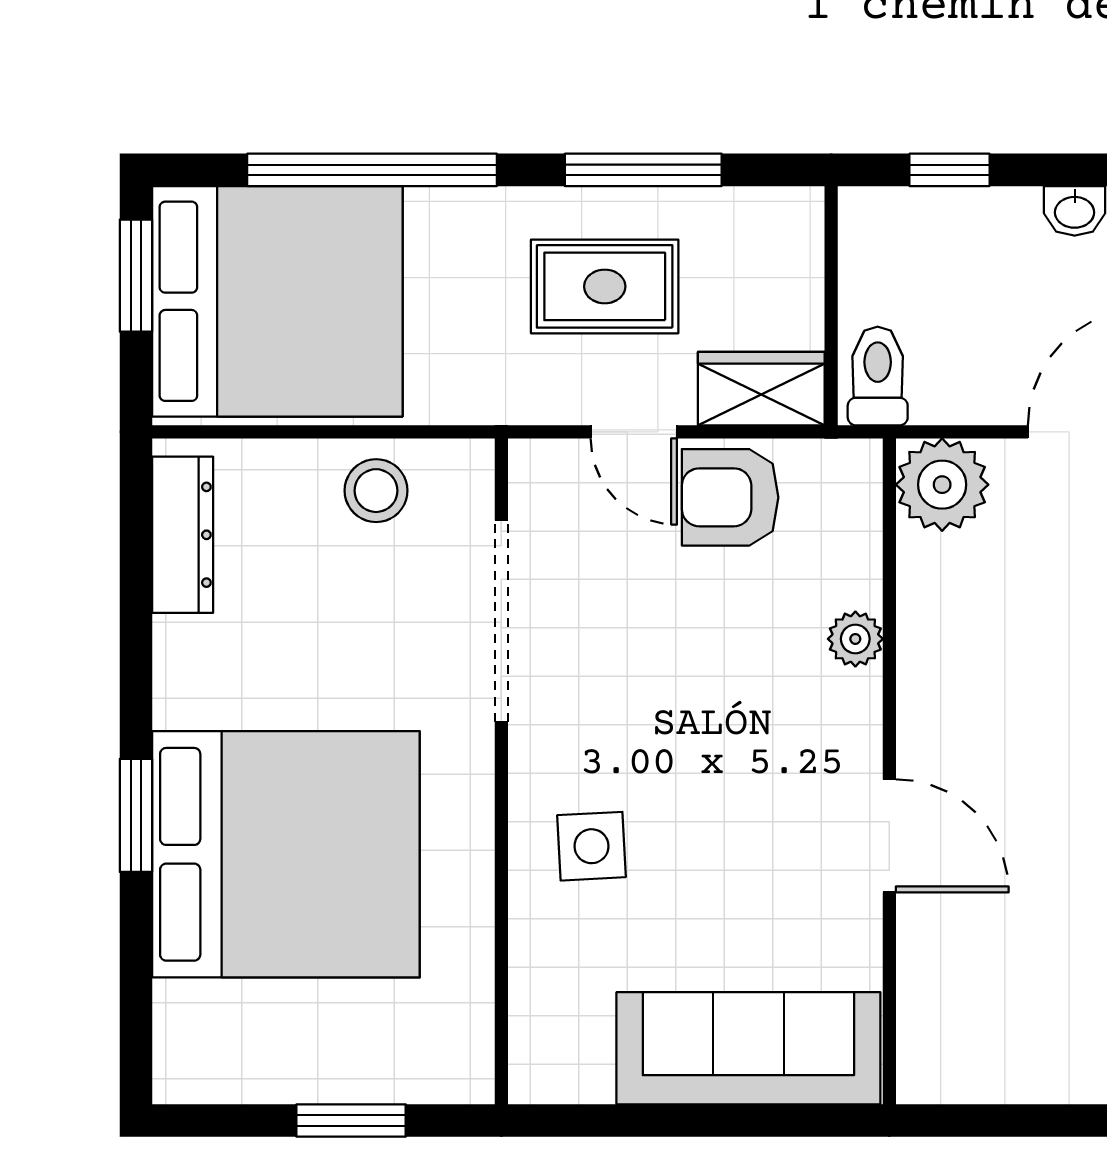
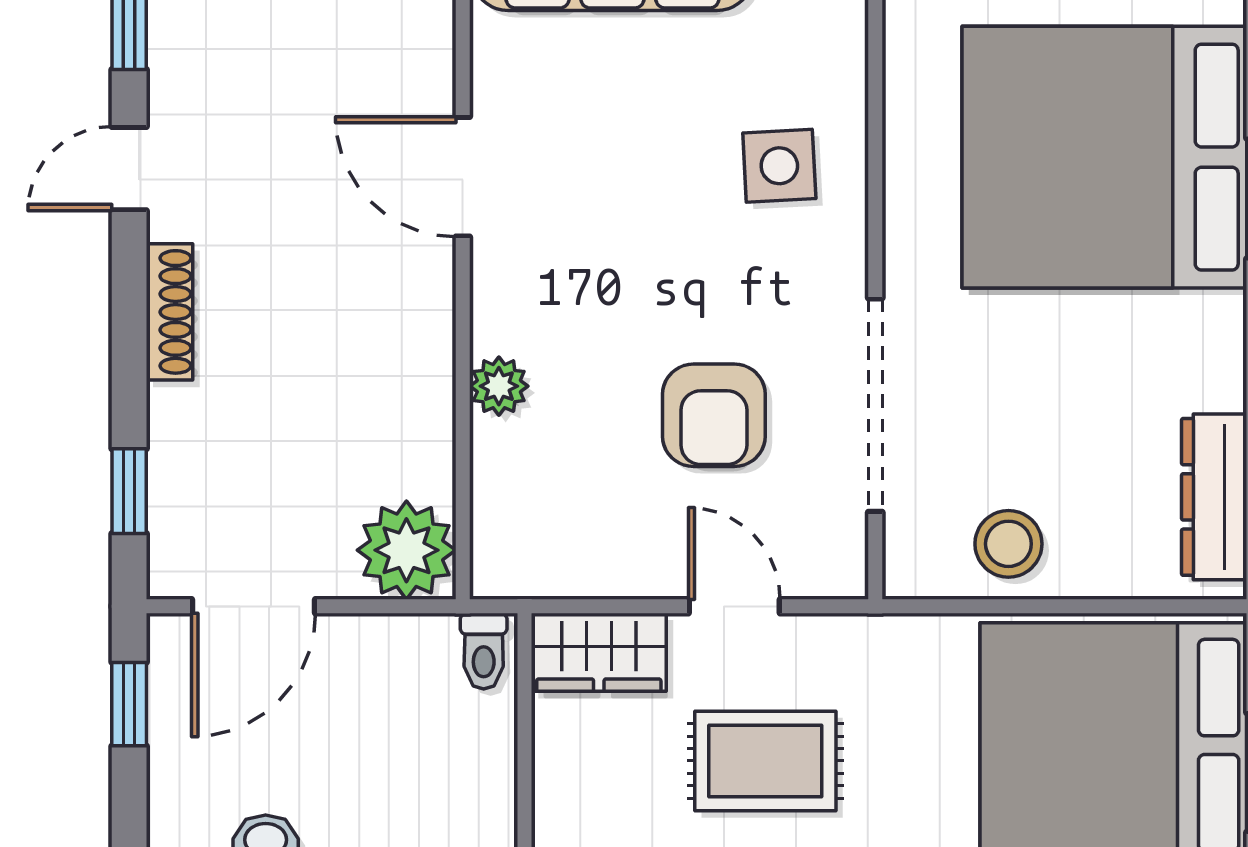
toilet: (878, 376) -> (484, 651), width x0.73, depth x0.72
armchair: (730, 497) -> (714, 415), moved, turned 90

